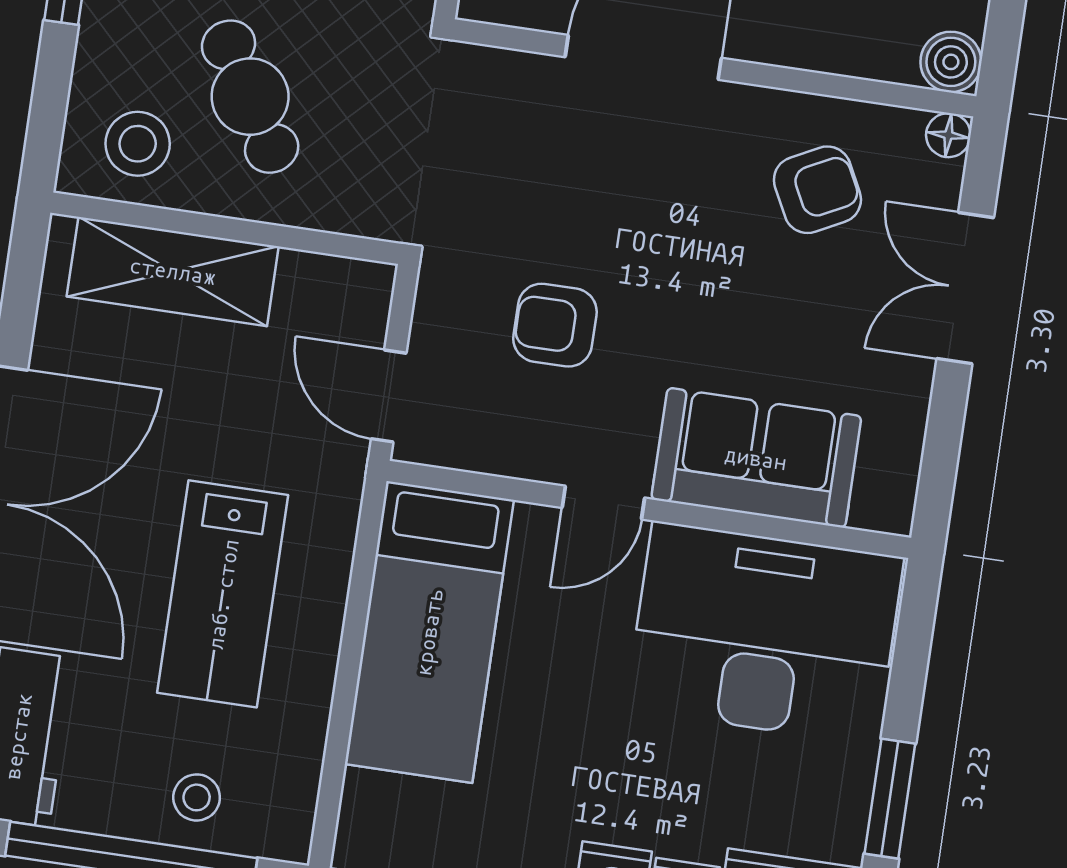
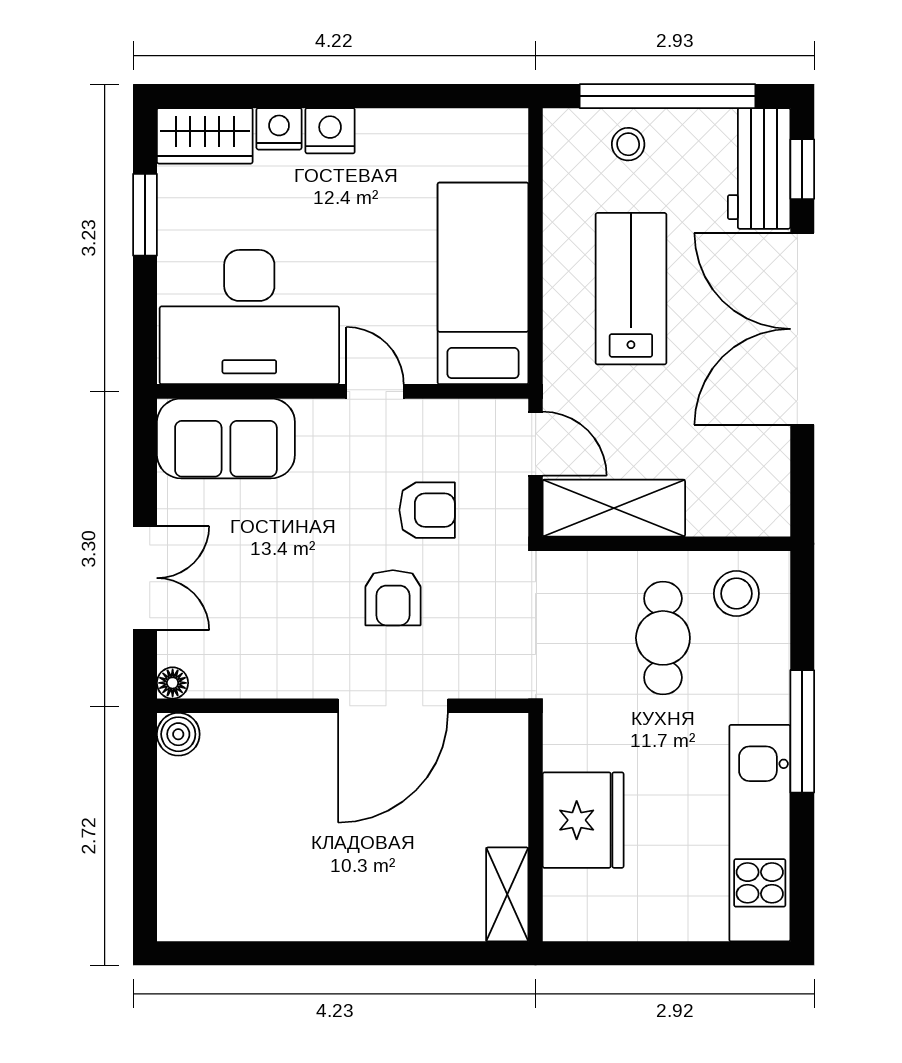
cafe table: (250, 97) -> (663, 638), turned 31
armchair: (817, 190) -> (393, 598), moved, turned -63
shelving: (173, 271) -> (614, 508), moved
sofa: (756, 458) -> (226, 438), moved
door: (603, 503) -> (375, 391), hinge flipped

